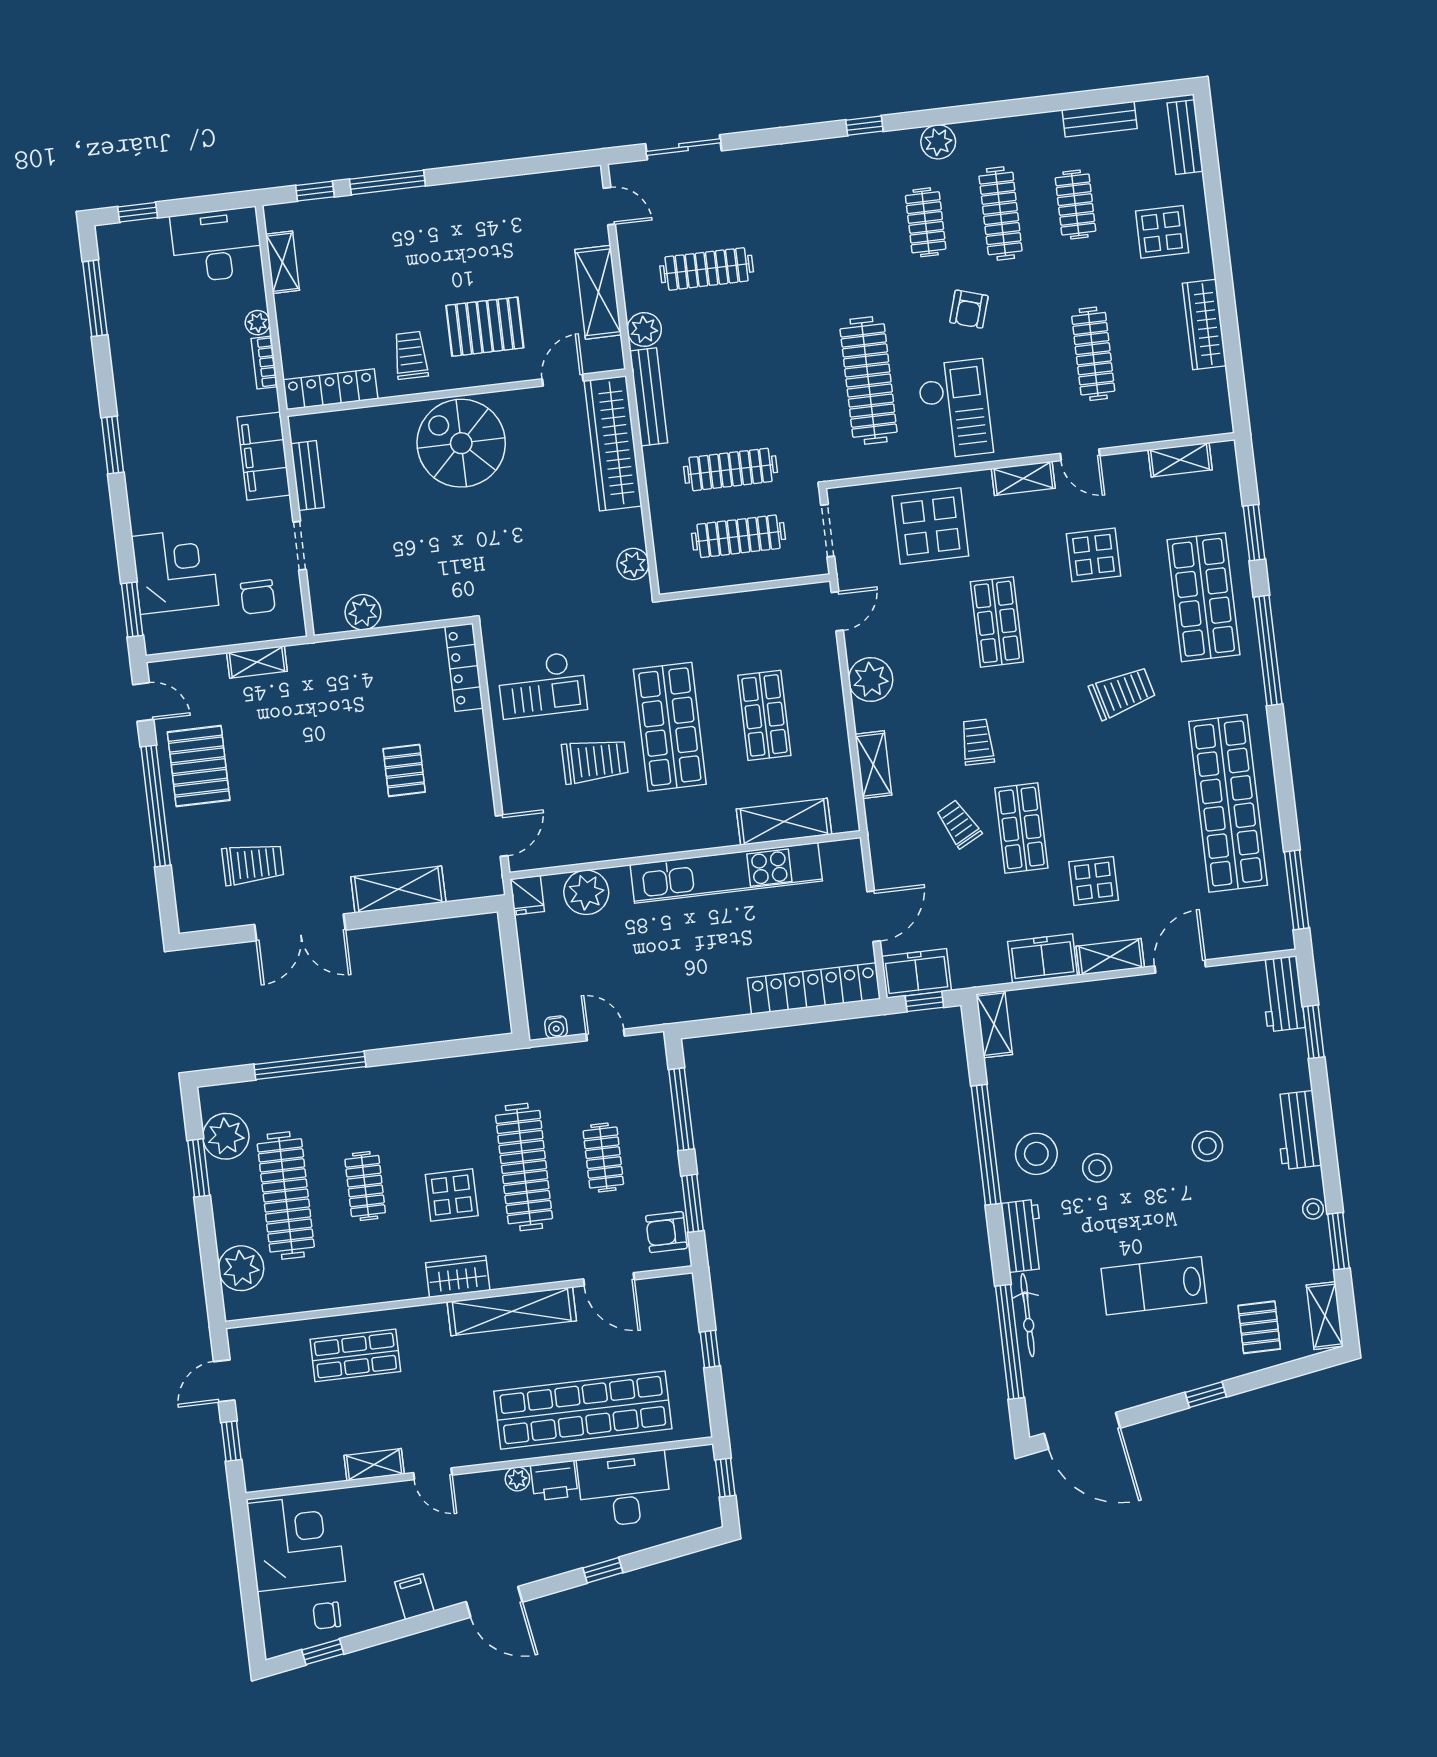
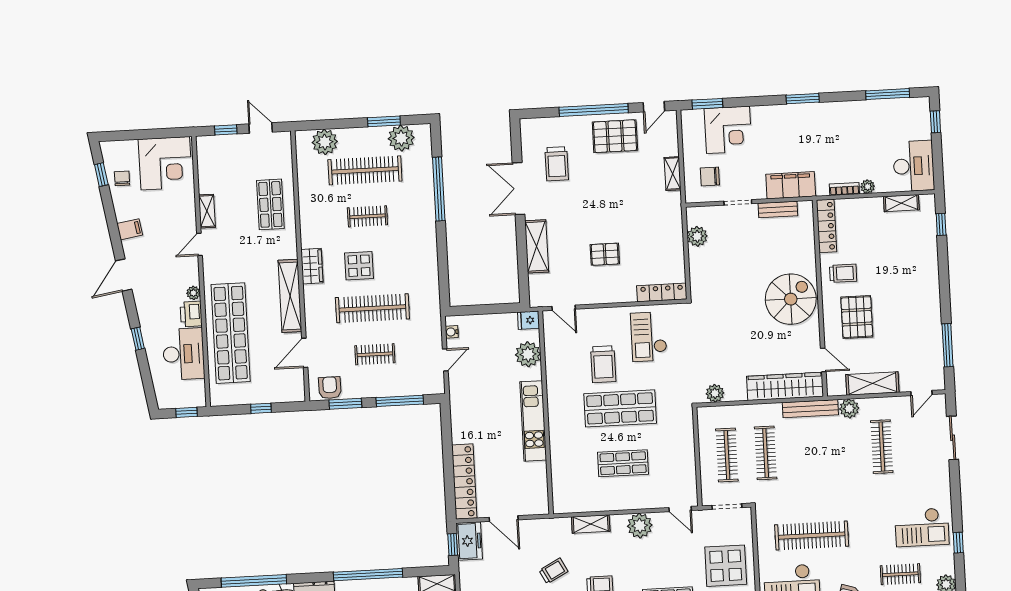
window: (387, 182) -> (948, 345), moved
checkout: (842, 190) -> (922, 527), added
shelving: (784, 822) -> (561, 471), removed
kitchen unit: (726, 873) -> (533, 421), width x0.73

